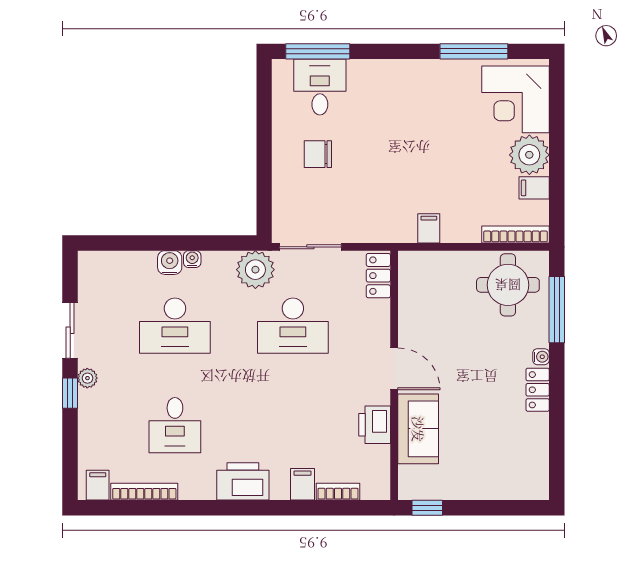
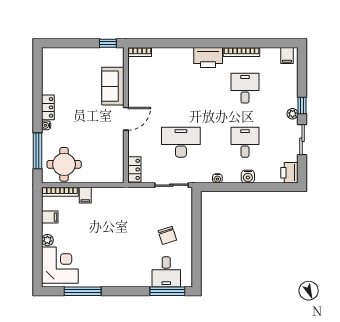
chair: (318, 154) -> (167, 235), turned 72
plant: (529, 155) -> (47, 240), width x0.53, depth x0.53
filing cabinet: (429, 228) -> (85, 195), moved
water cooler: (192, 259) -> (217, 178), moved
plant: (255, 270) -> (201, 173), removed
desk: (175, 326) -> (245, 142), width x0.73
door: (394, 369) -> (126, 119), swing flipped
printer: (375, 425) -> (289, 173), moved, turned 180
filing cabinet: (303, 484) -> (176, 56), removed
bookcase: (144, 492) -> (242, 52), moved
bookcase: (338, 492) -> (140, 52), moved

